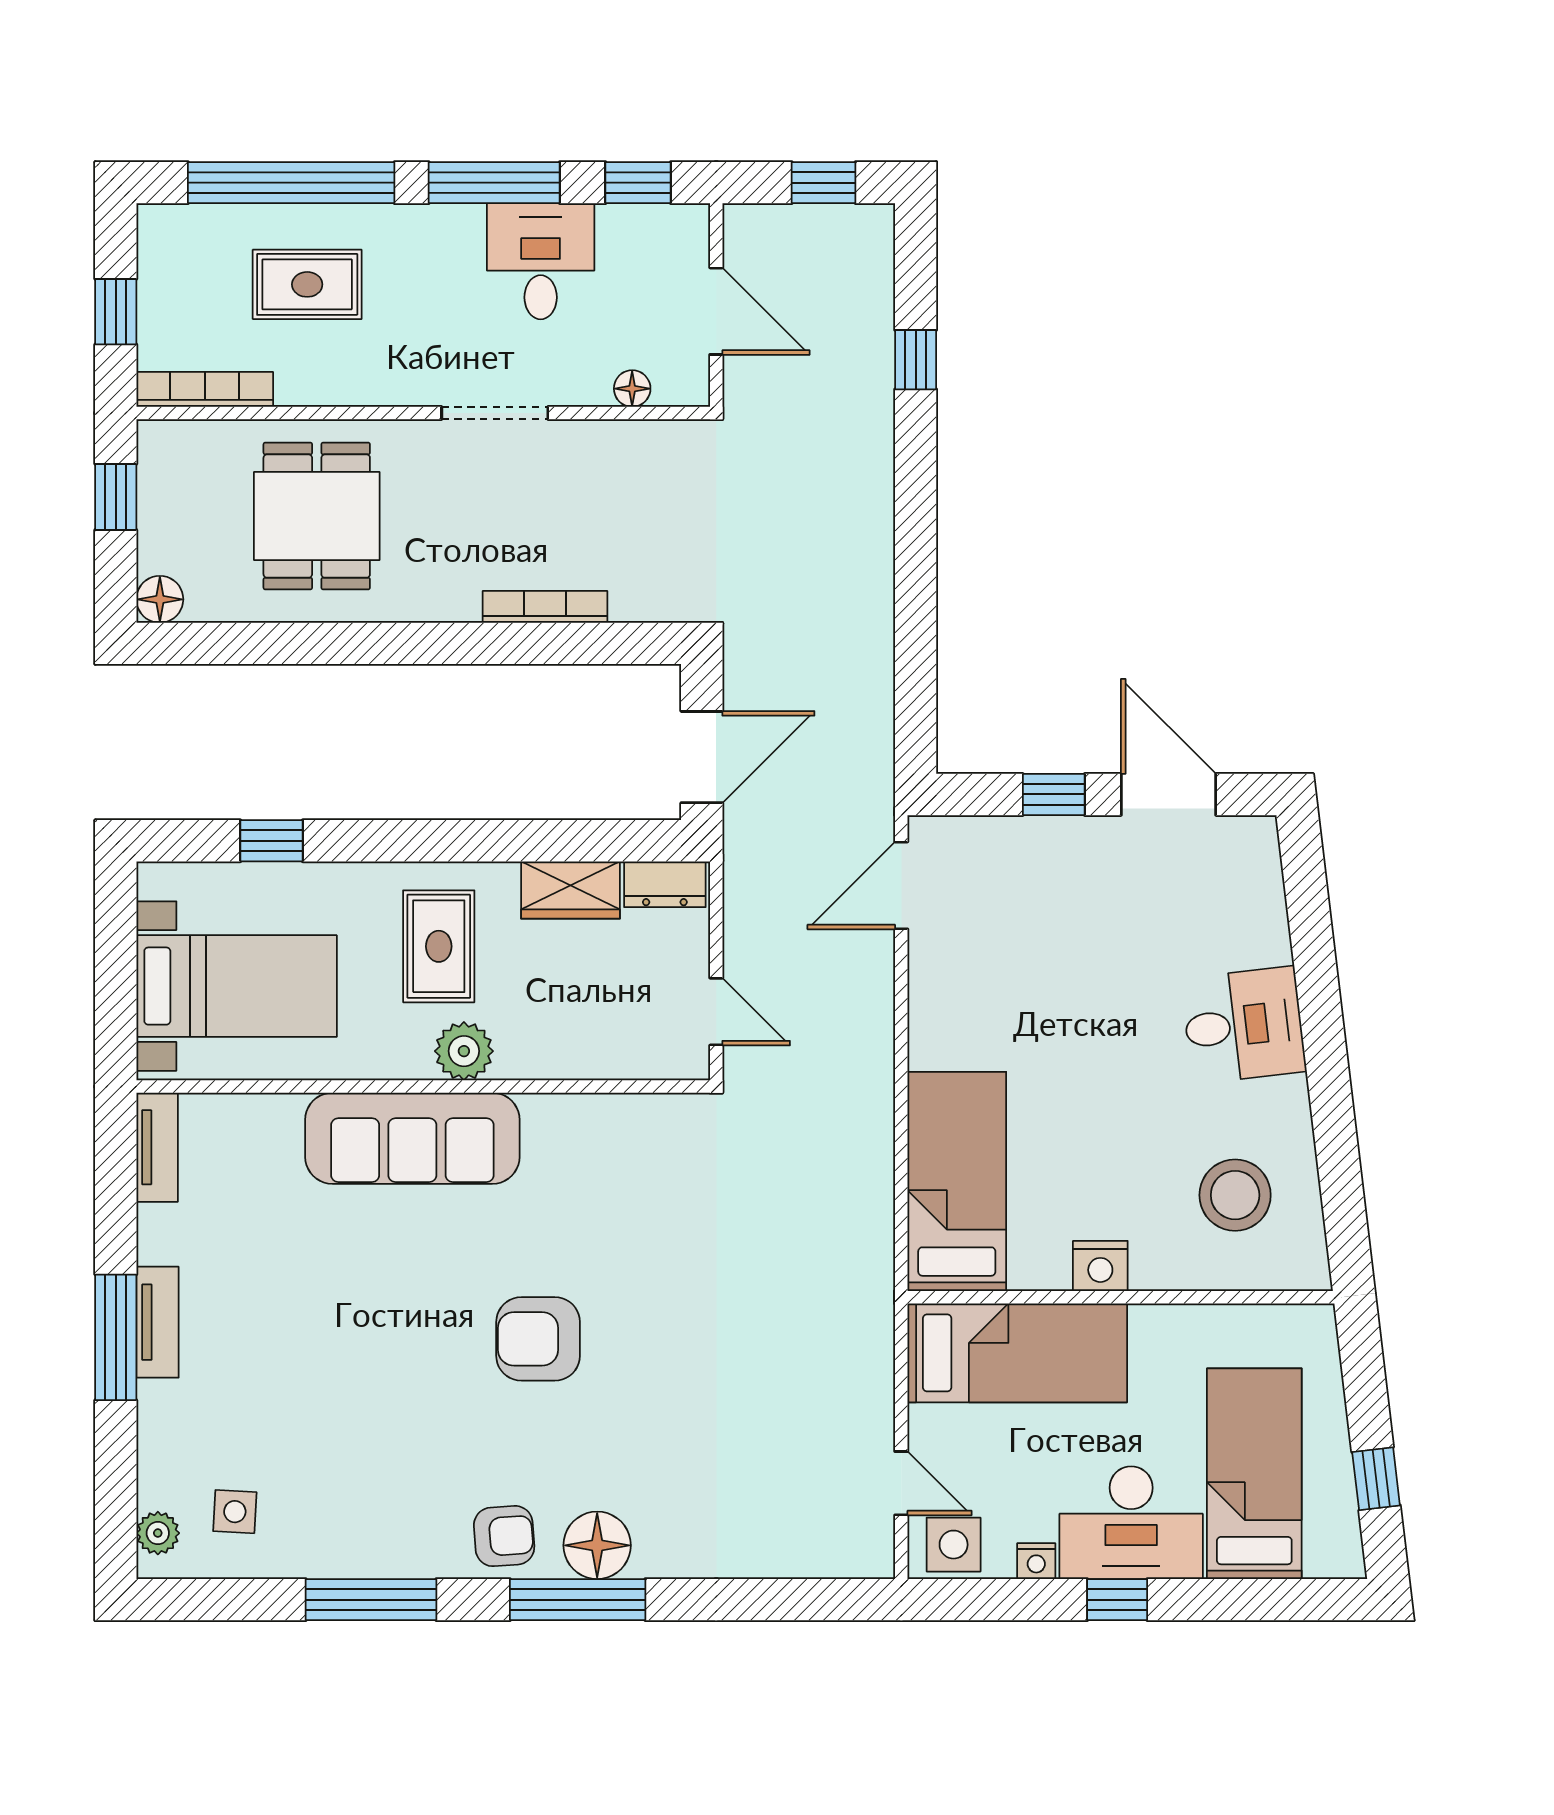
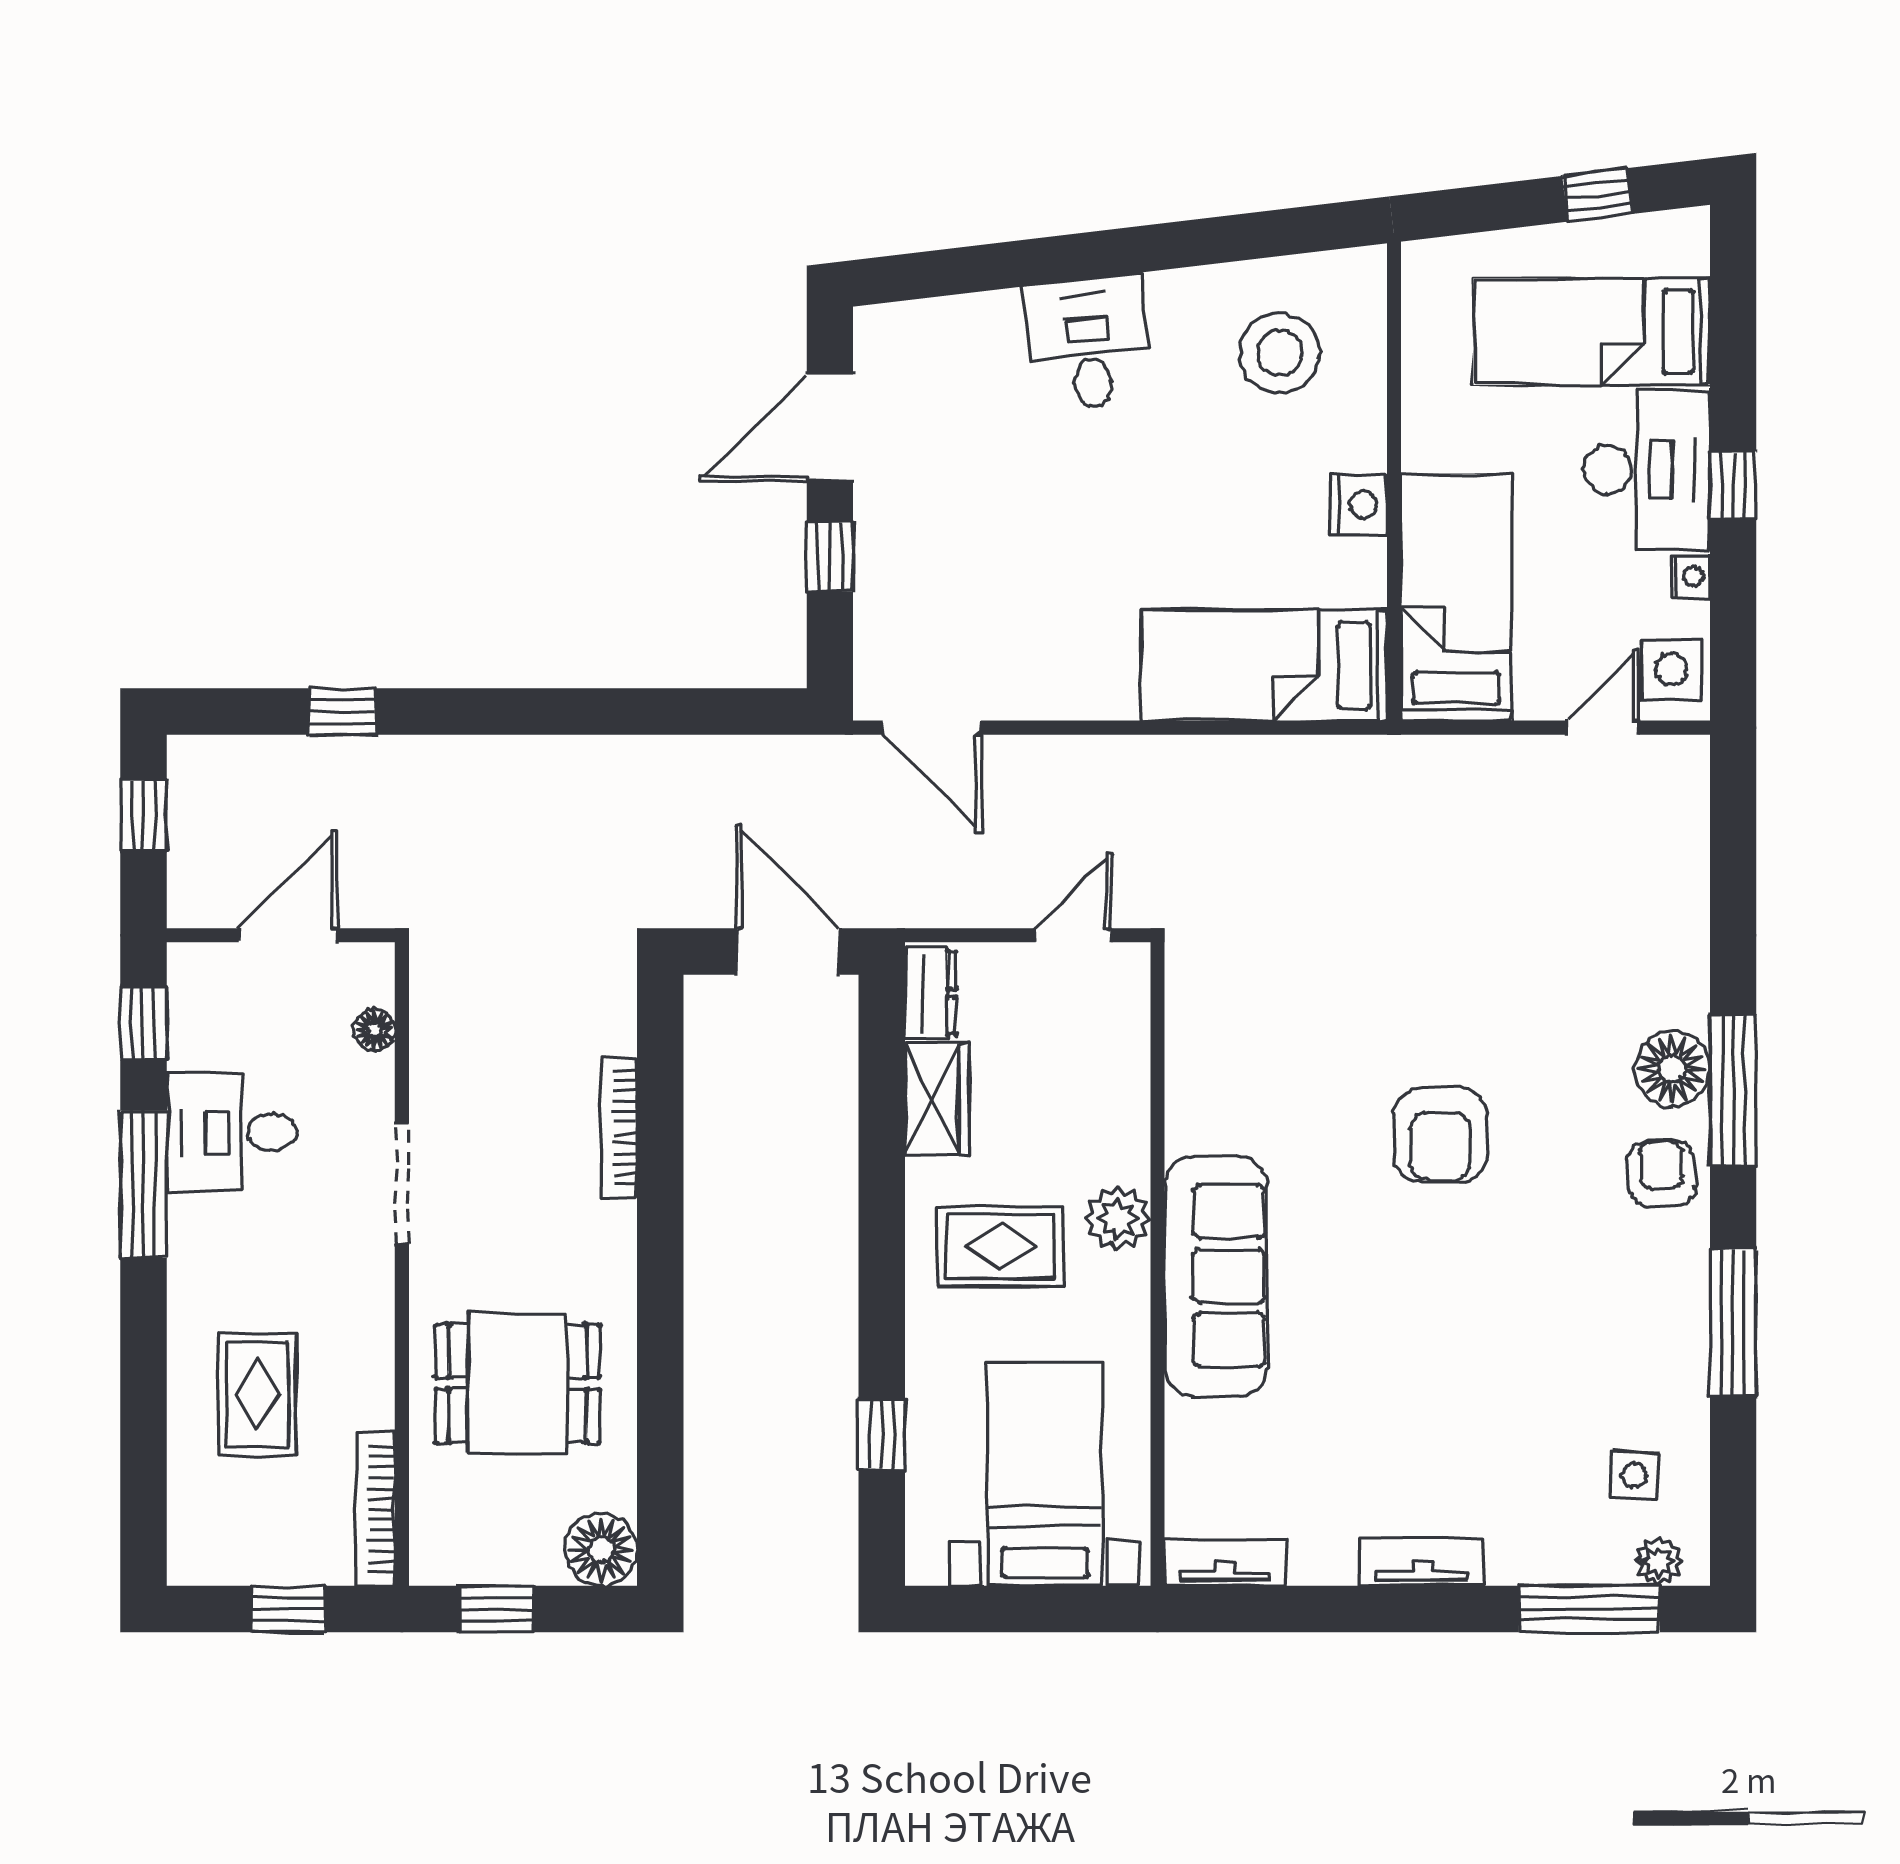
window: (291, 183) -> (143, 1412), removed
floor lamp: (160, 599) -> (601, 1550), width x1.38, depth x1.38
window: (116, 1337) -> (1589, 1609), moved

